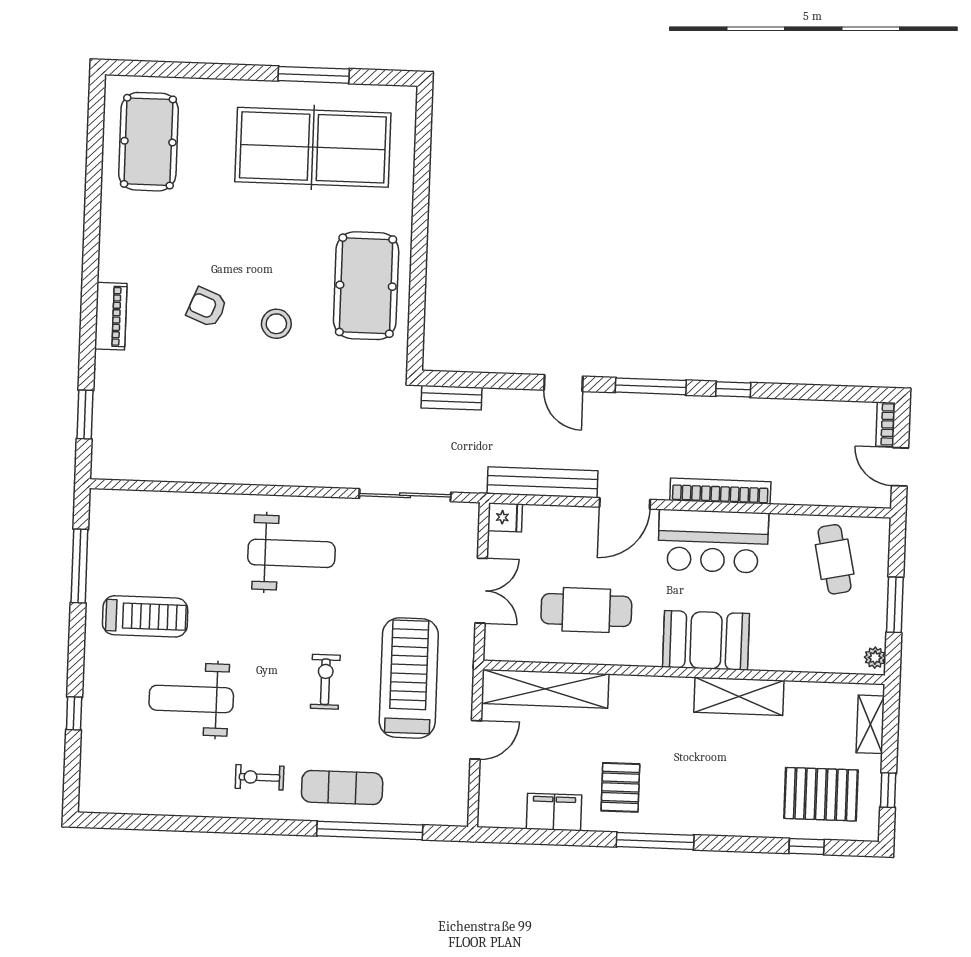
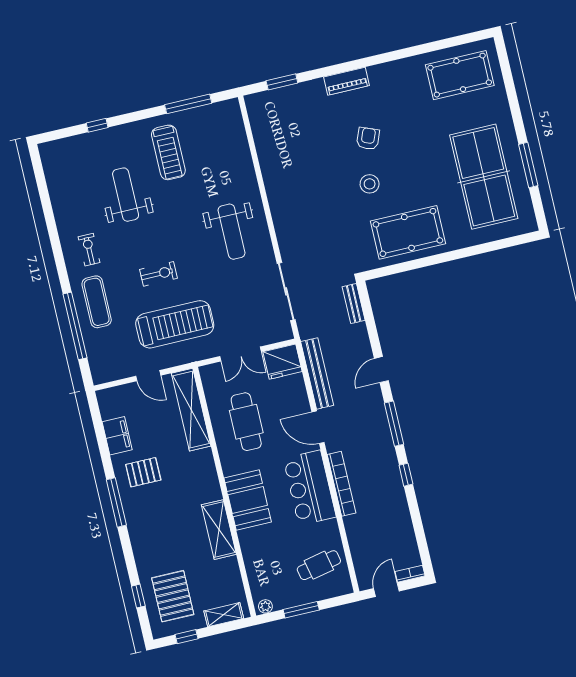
fridge: (505, 517) -> (282, 362), width x1.88, depth x1.34

